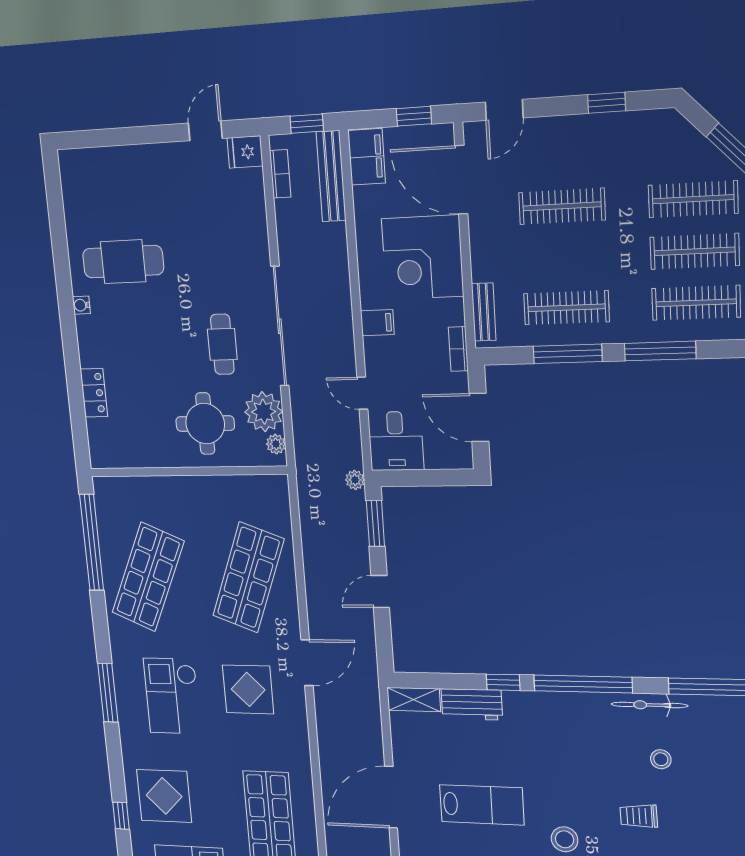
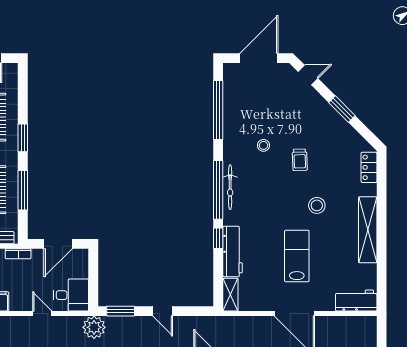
window: (660, 351) -> (23, 138), width x0.69
door: (362, 393) -> (42, 314), swing flipped
plant: (355, 480) -> (94, 327), width x1.88, depth x1.88
workbench: (472, 704) -> (233, 251), width x1.38
bicycle: (649, 705) -> (230, 187), moved

